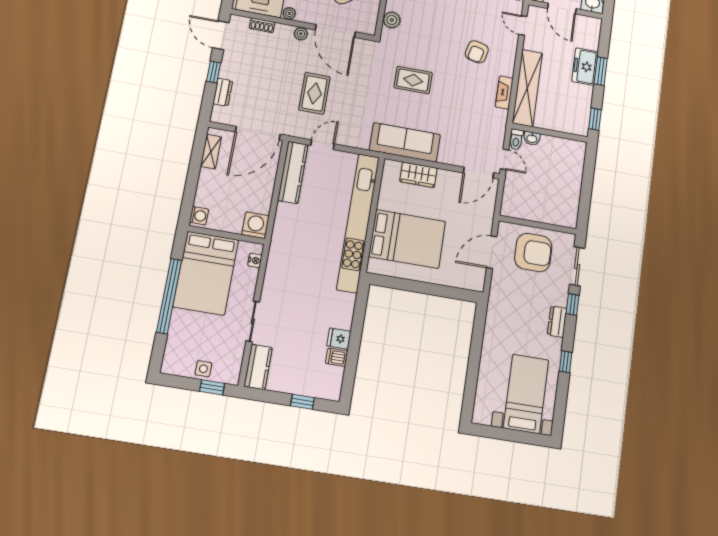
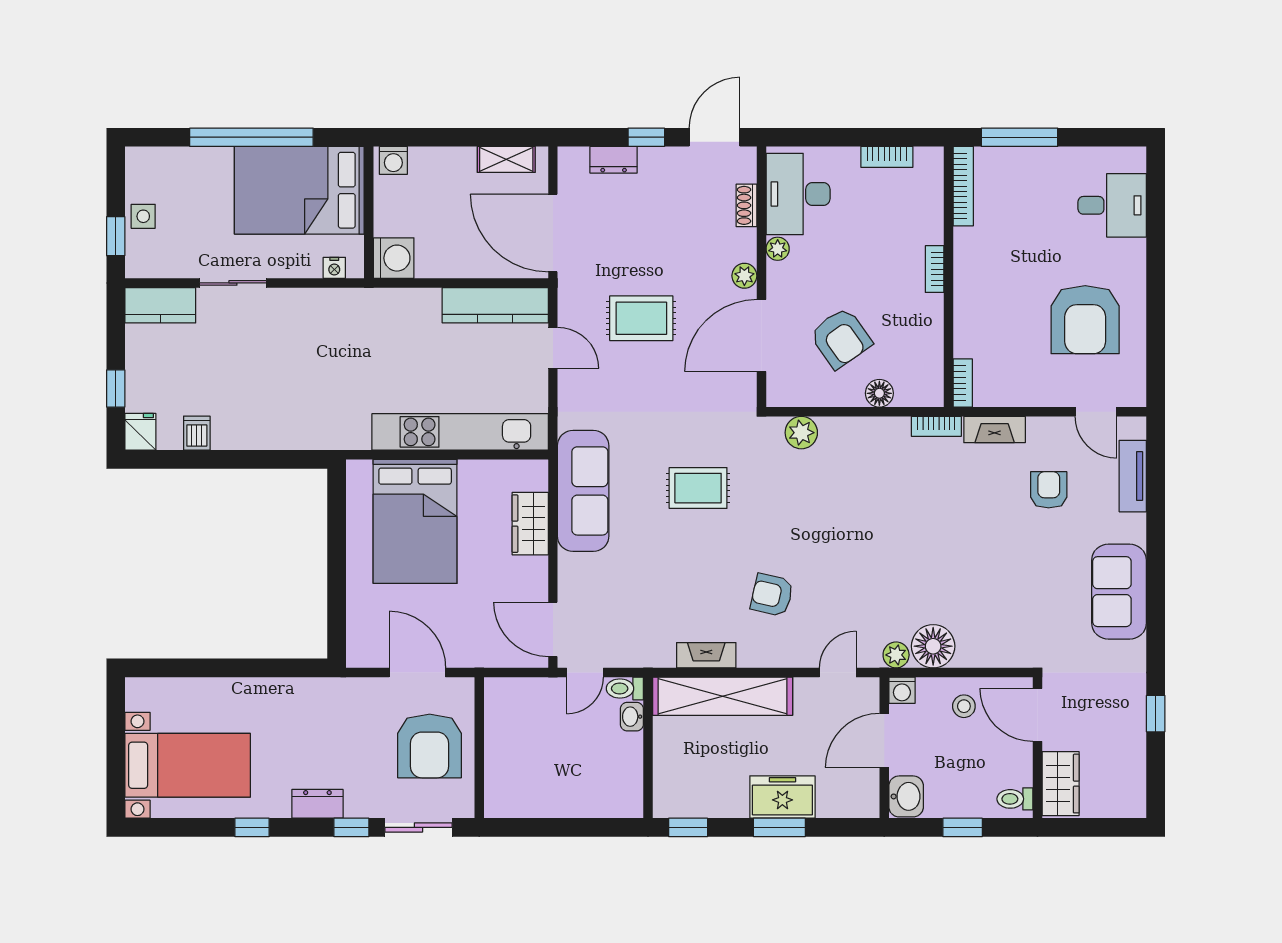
rug: (413, 80) -> (698, 488), turned 90
kitchen unit: (358, 223) -> (460, 432), width x0.73
fridge: (339, 339) -> (140, 432), moved

